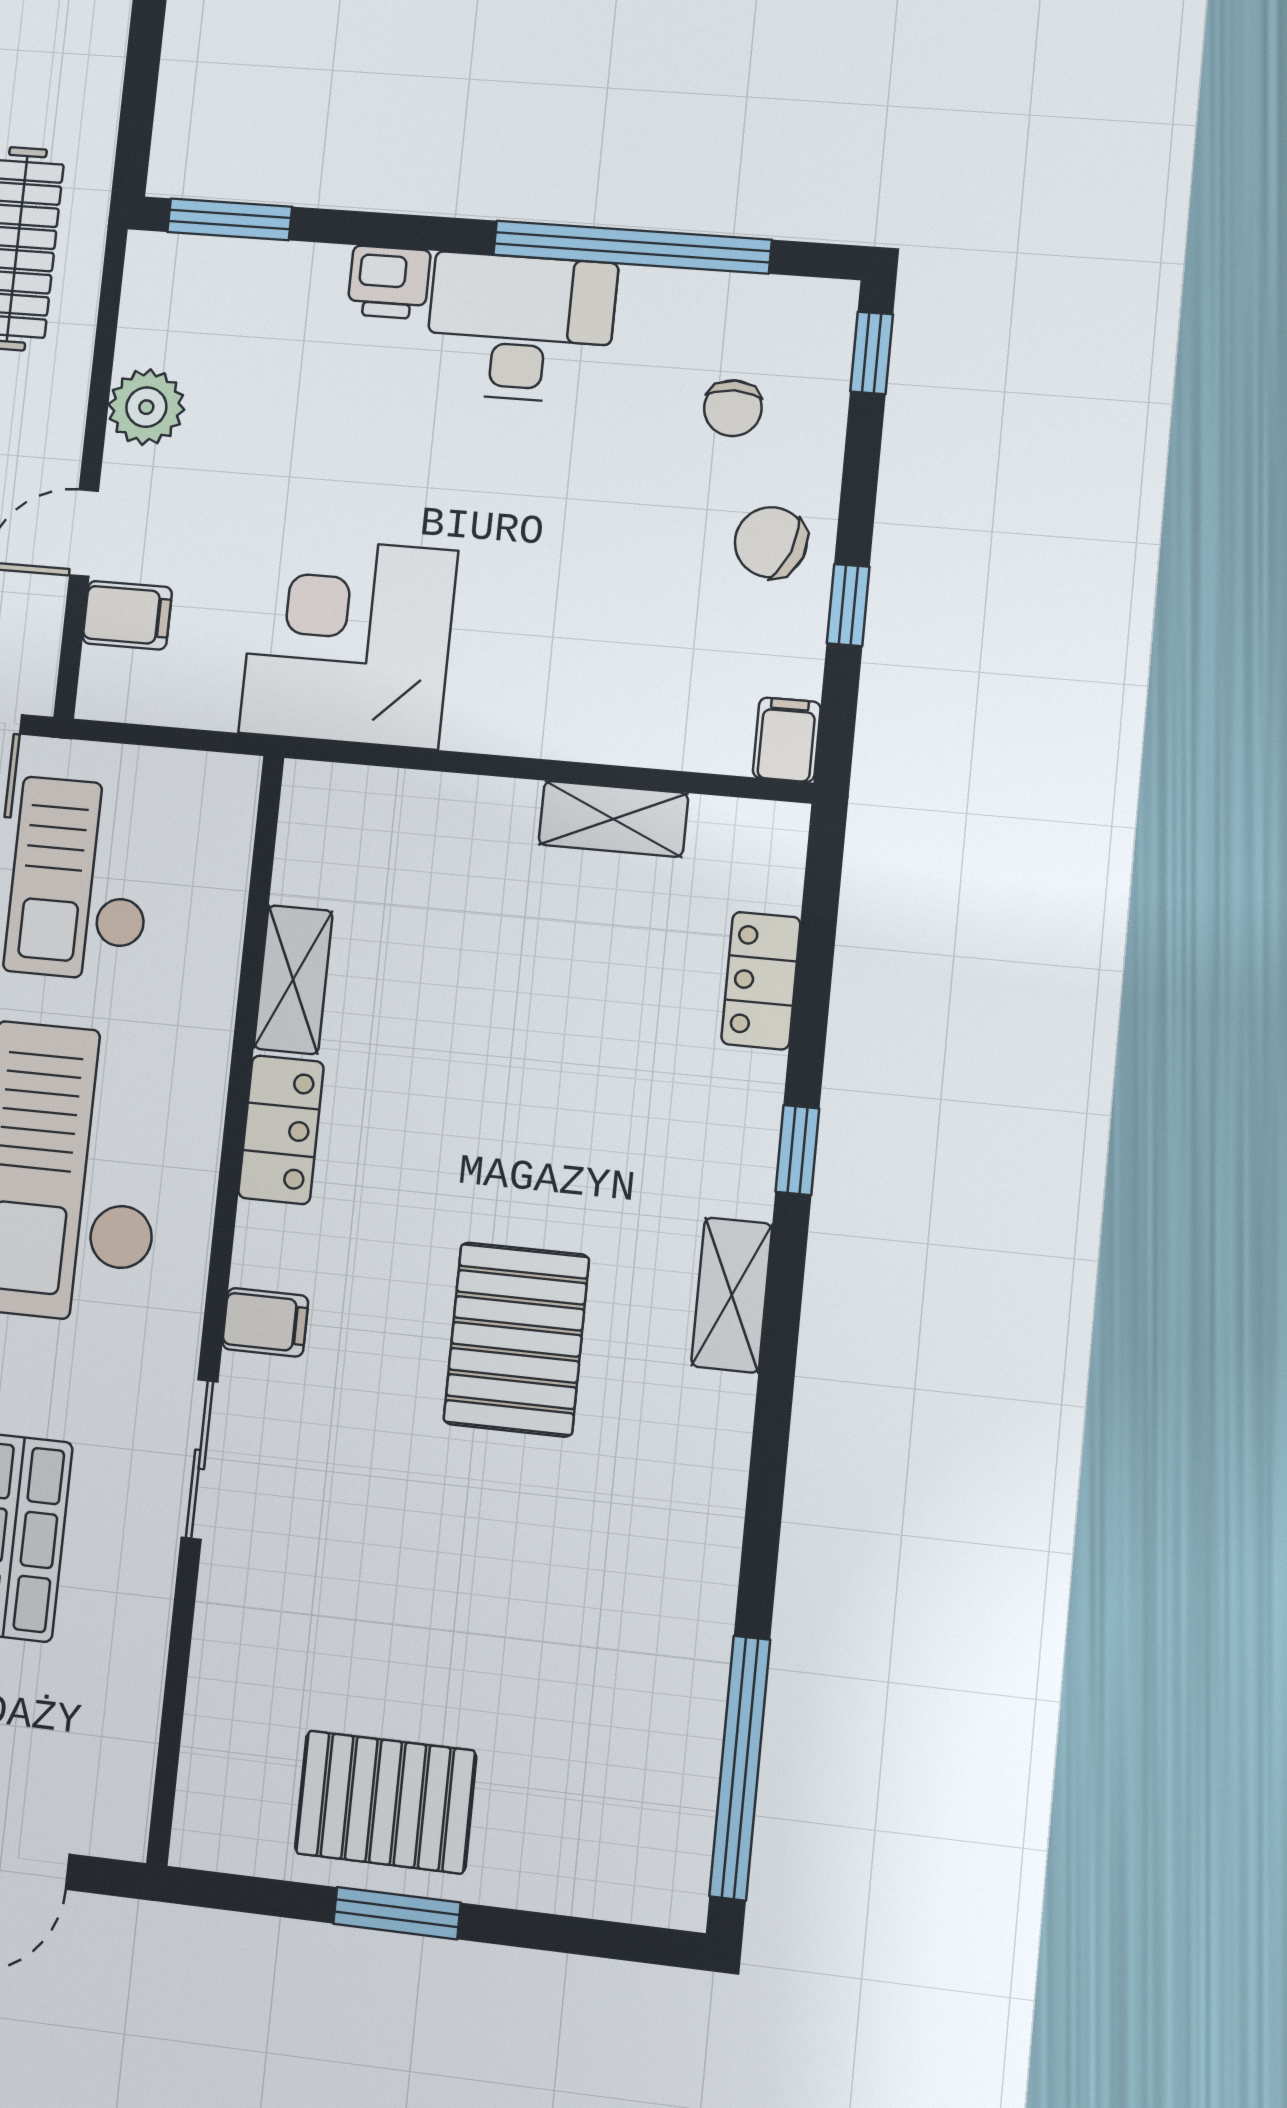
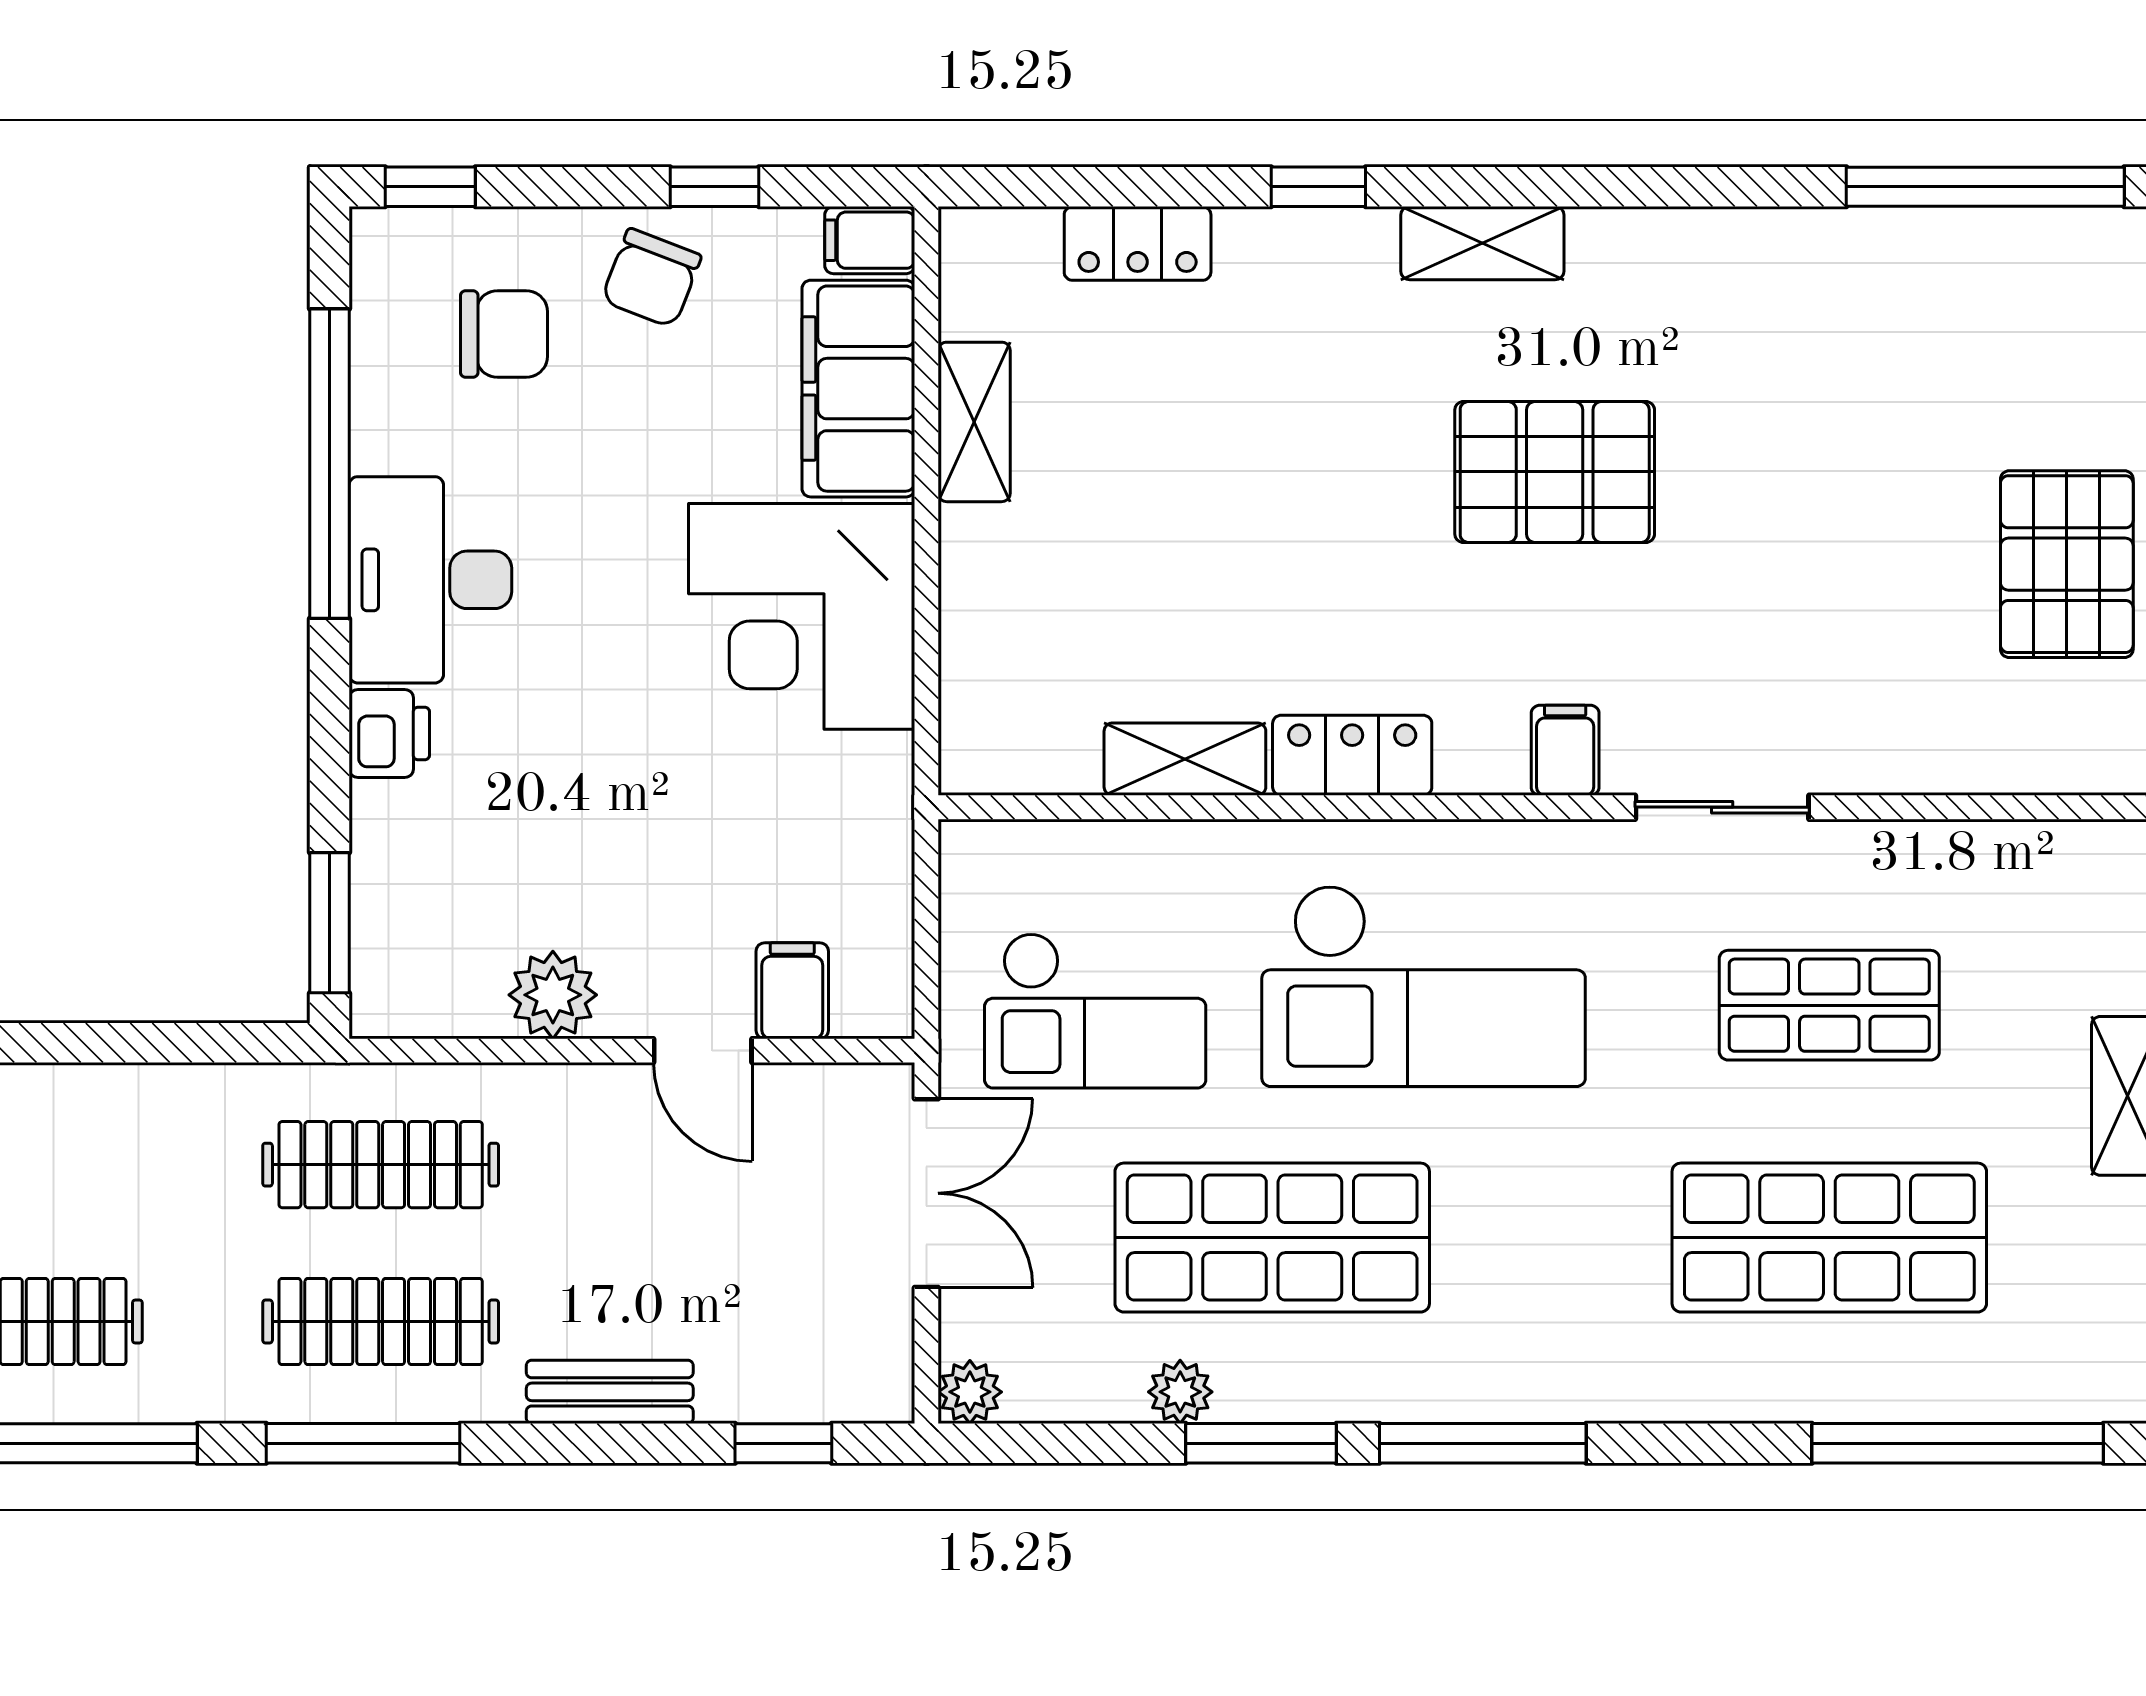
chair: (733, 408) -> (504, 334), width x1.37, depth x1.37
corner desk: (348, 642) -> (802, 616), moved
filing cabinet: (653, 718) -> (858, 389), added

